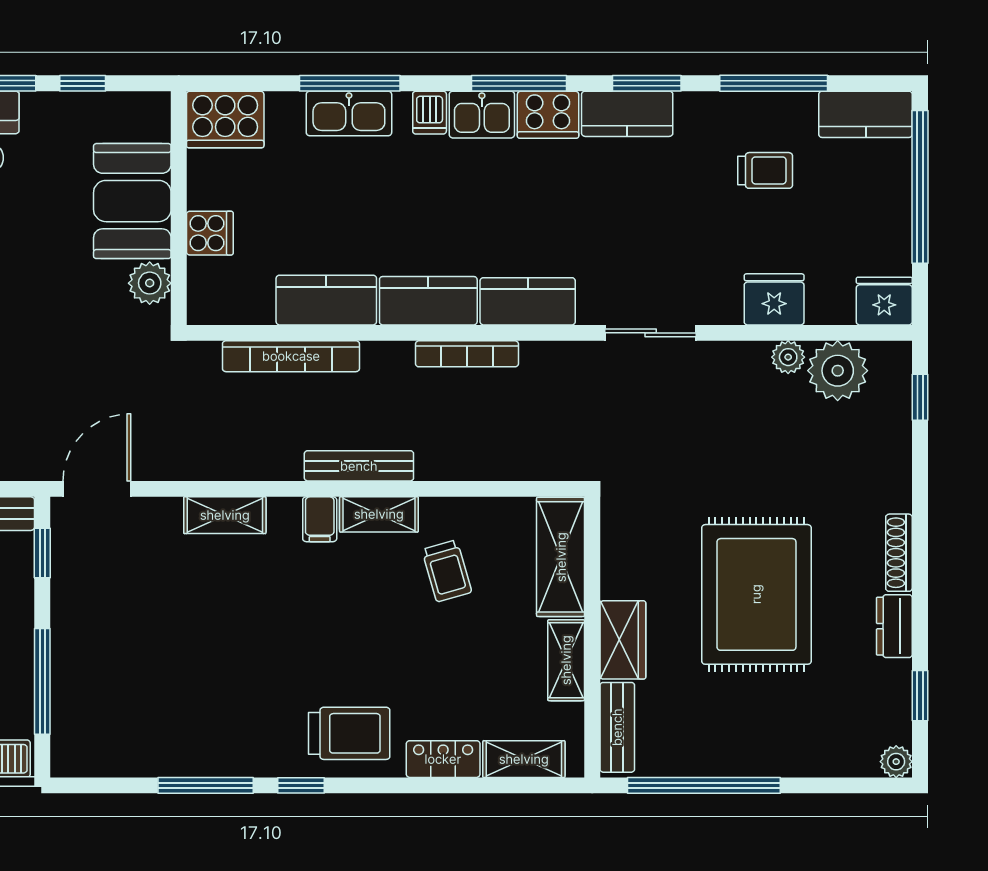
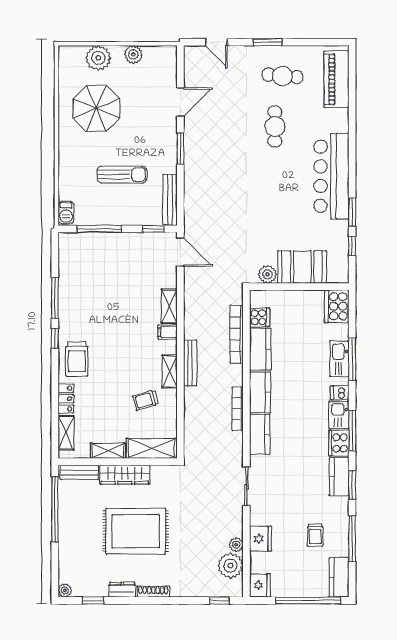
cooker: (210, 233) -> (260, 317), moved, turned -90
filing cabinet: (320, 519) -> (168, 332), moved
wardrobe: (623, 640) -> (125, 475), width x1.50

